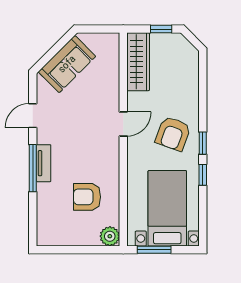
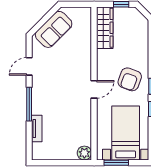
door: (123, 124) -> (94, 89), moved
tv unit: (44, 163) -> (37, 129), moved
armchair: (87, 197) -> (68, 125), removed

